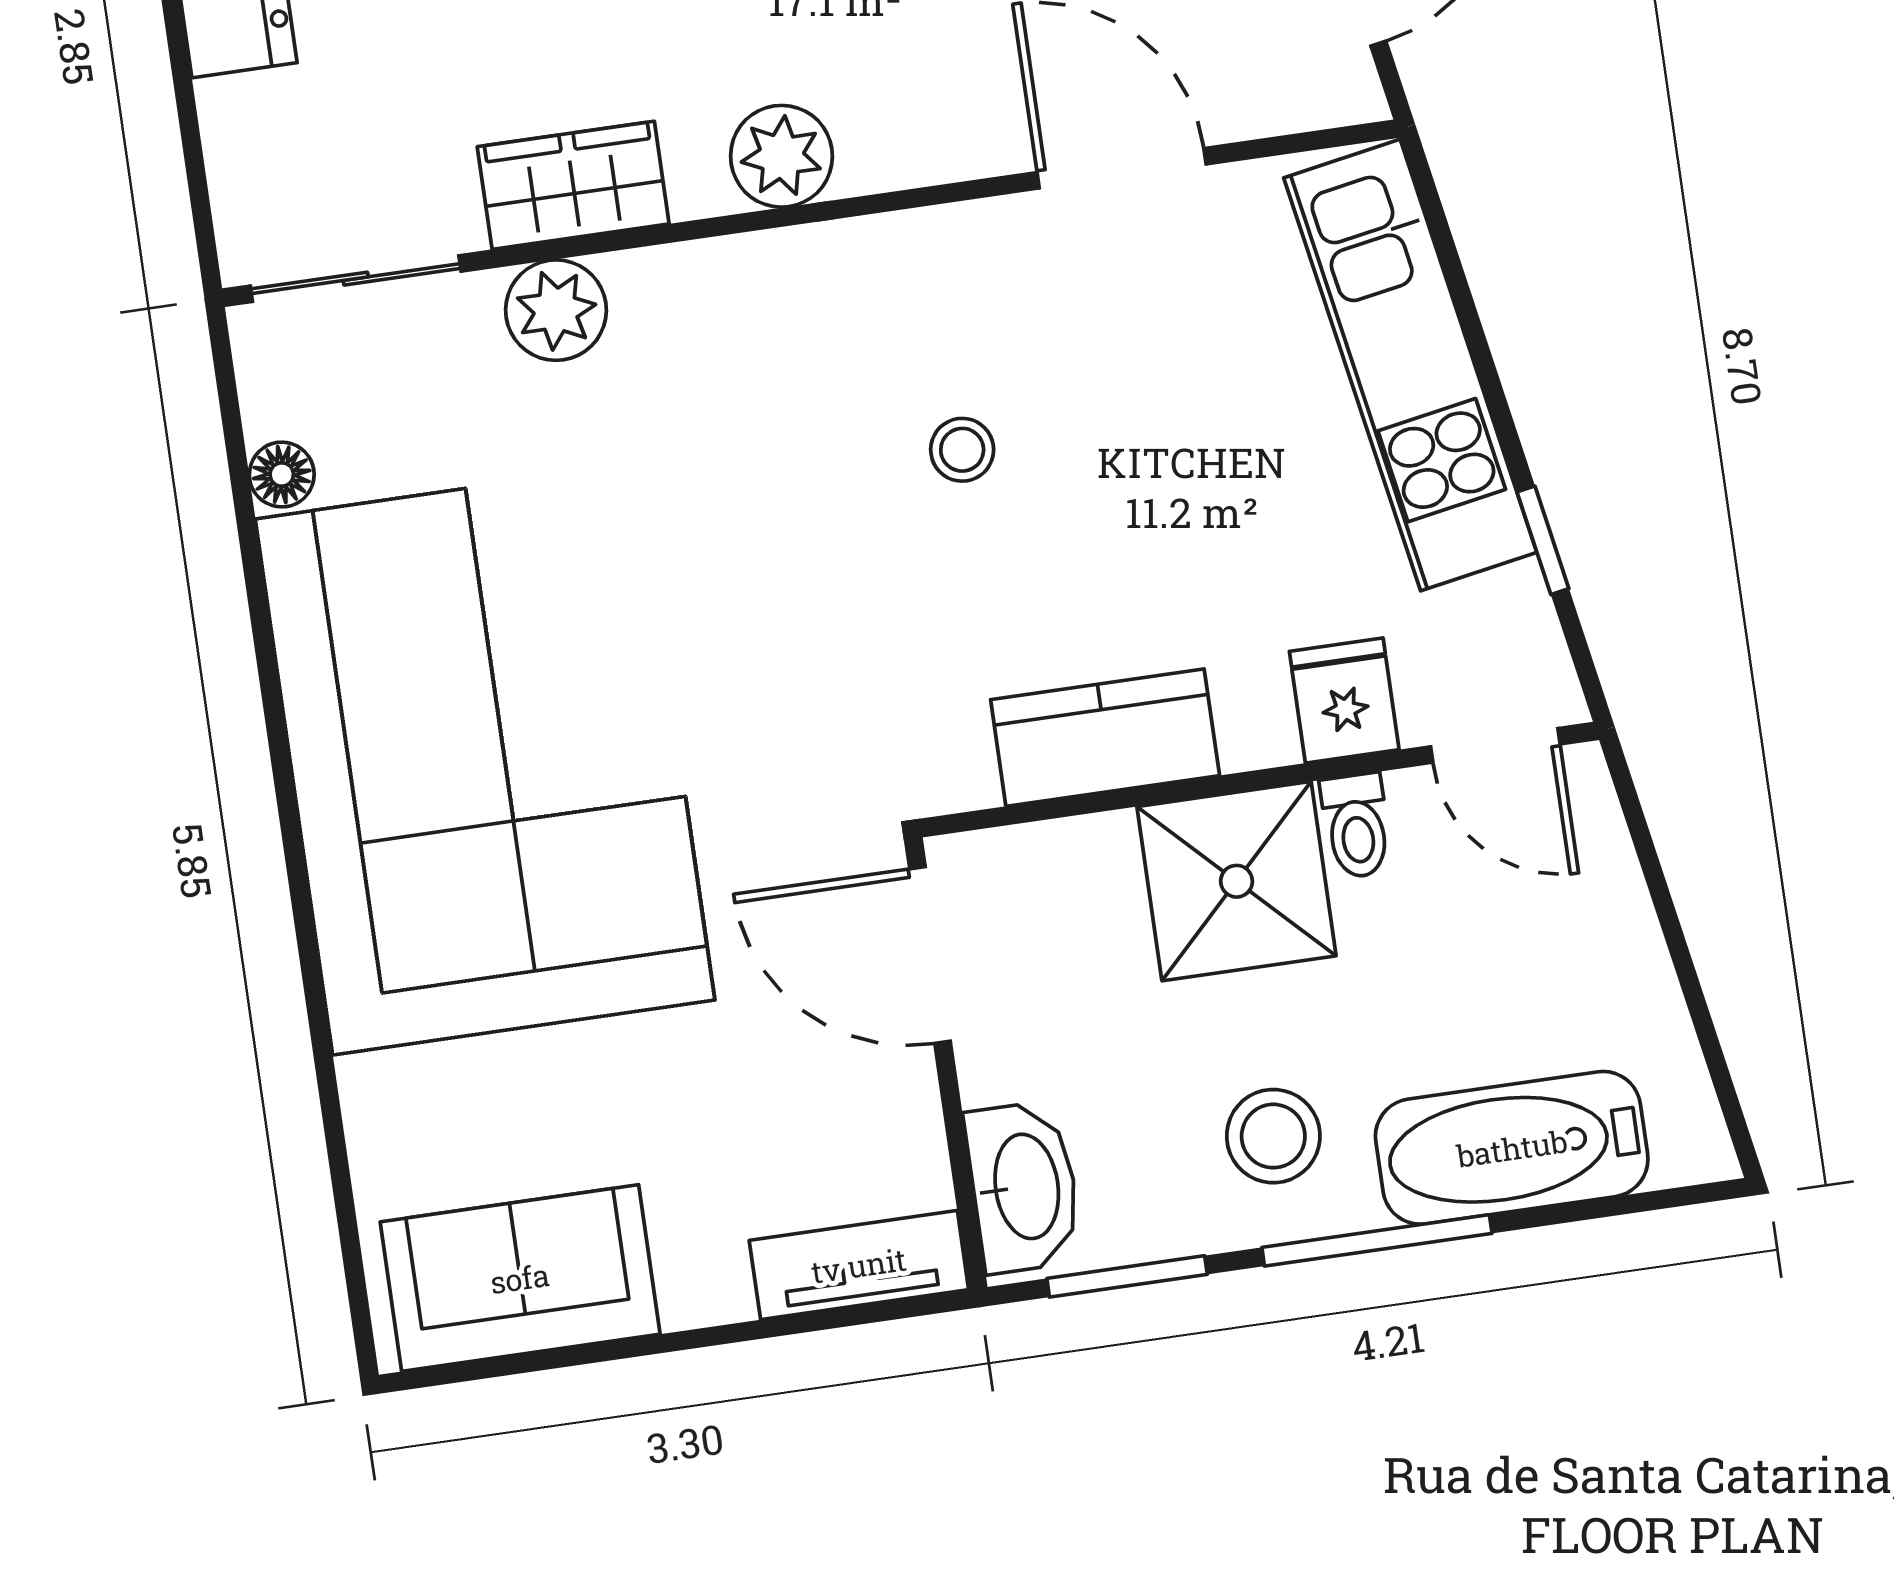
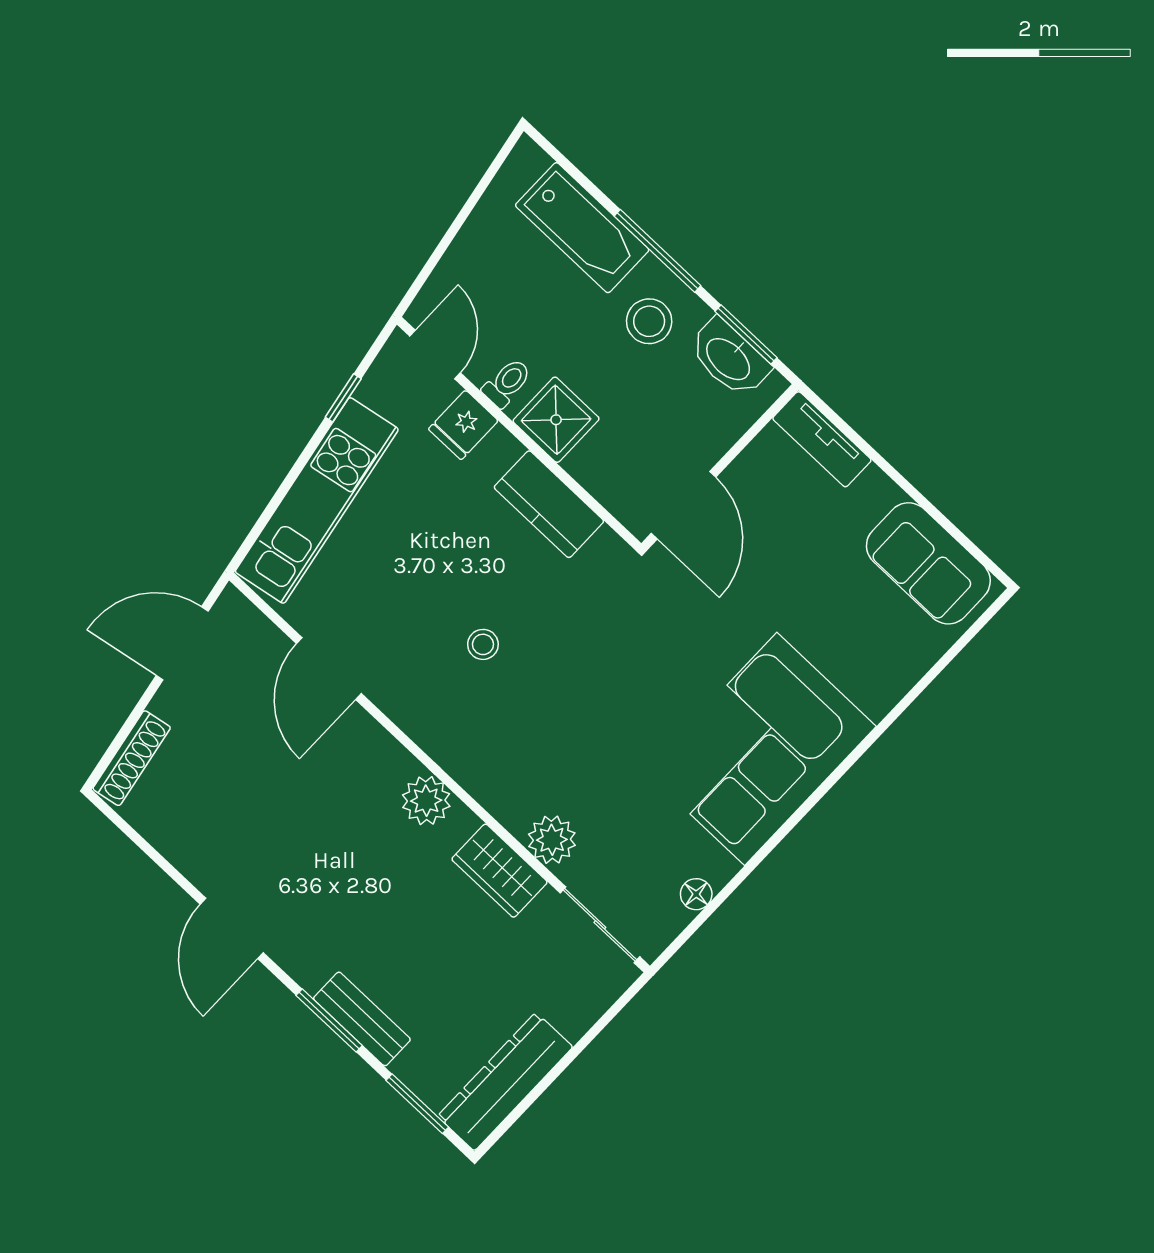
corner sofa: (485, 759) -> (761, 749), width x0.73, depth x0.74
shower: (1237, 881) -> (556, 420), width x0.73, depth x0.73
washbasin: (1024, 1187) -> (729, 358), moved, turned -90

